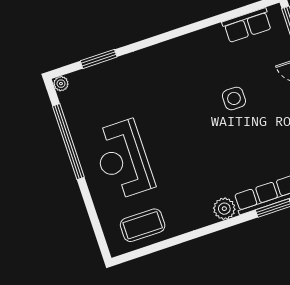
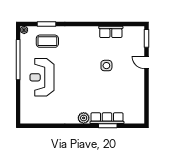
row of seats: (247, 25) -> (111, 32), moved
coffee table: (143, 225) -> (47, 41), moved

